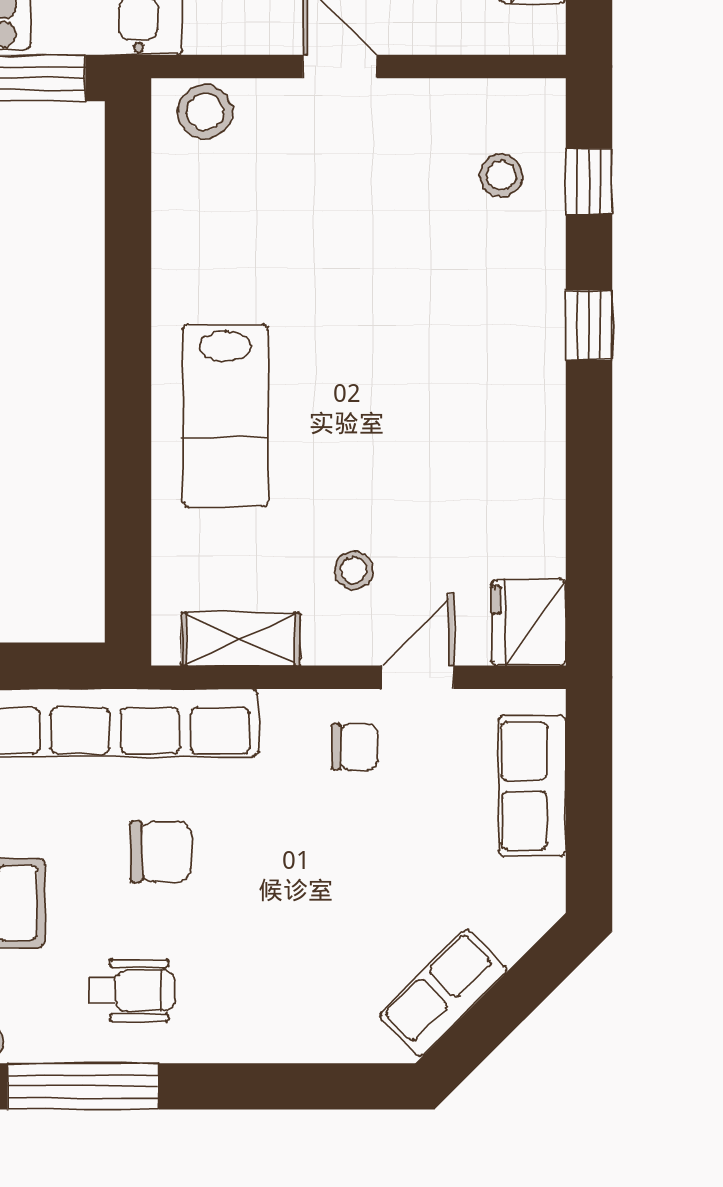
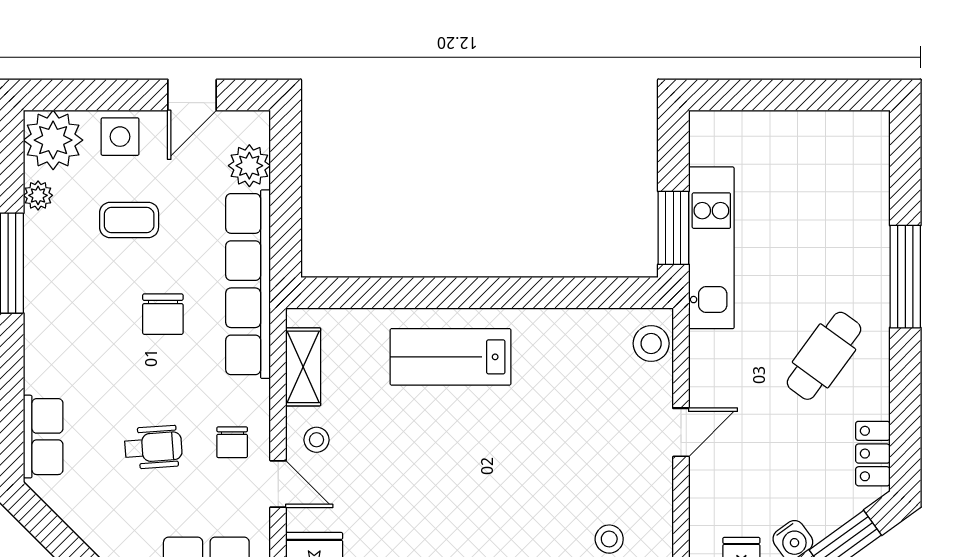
stool: (354, 570) -> (317, 440), moved
wheelchair: (132, 990) -> (153, 447), moved, turned -94
row of seats: (443, 993) -> (43, 437), moved, turned 45

